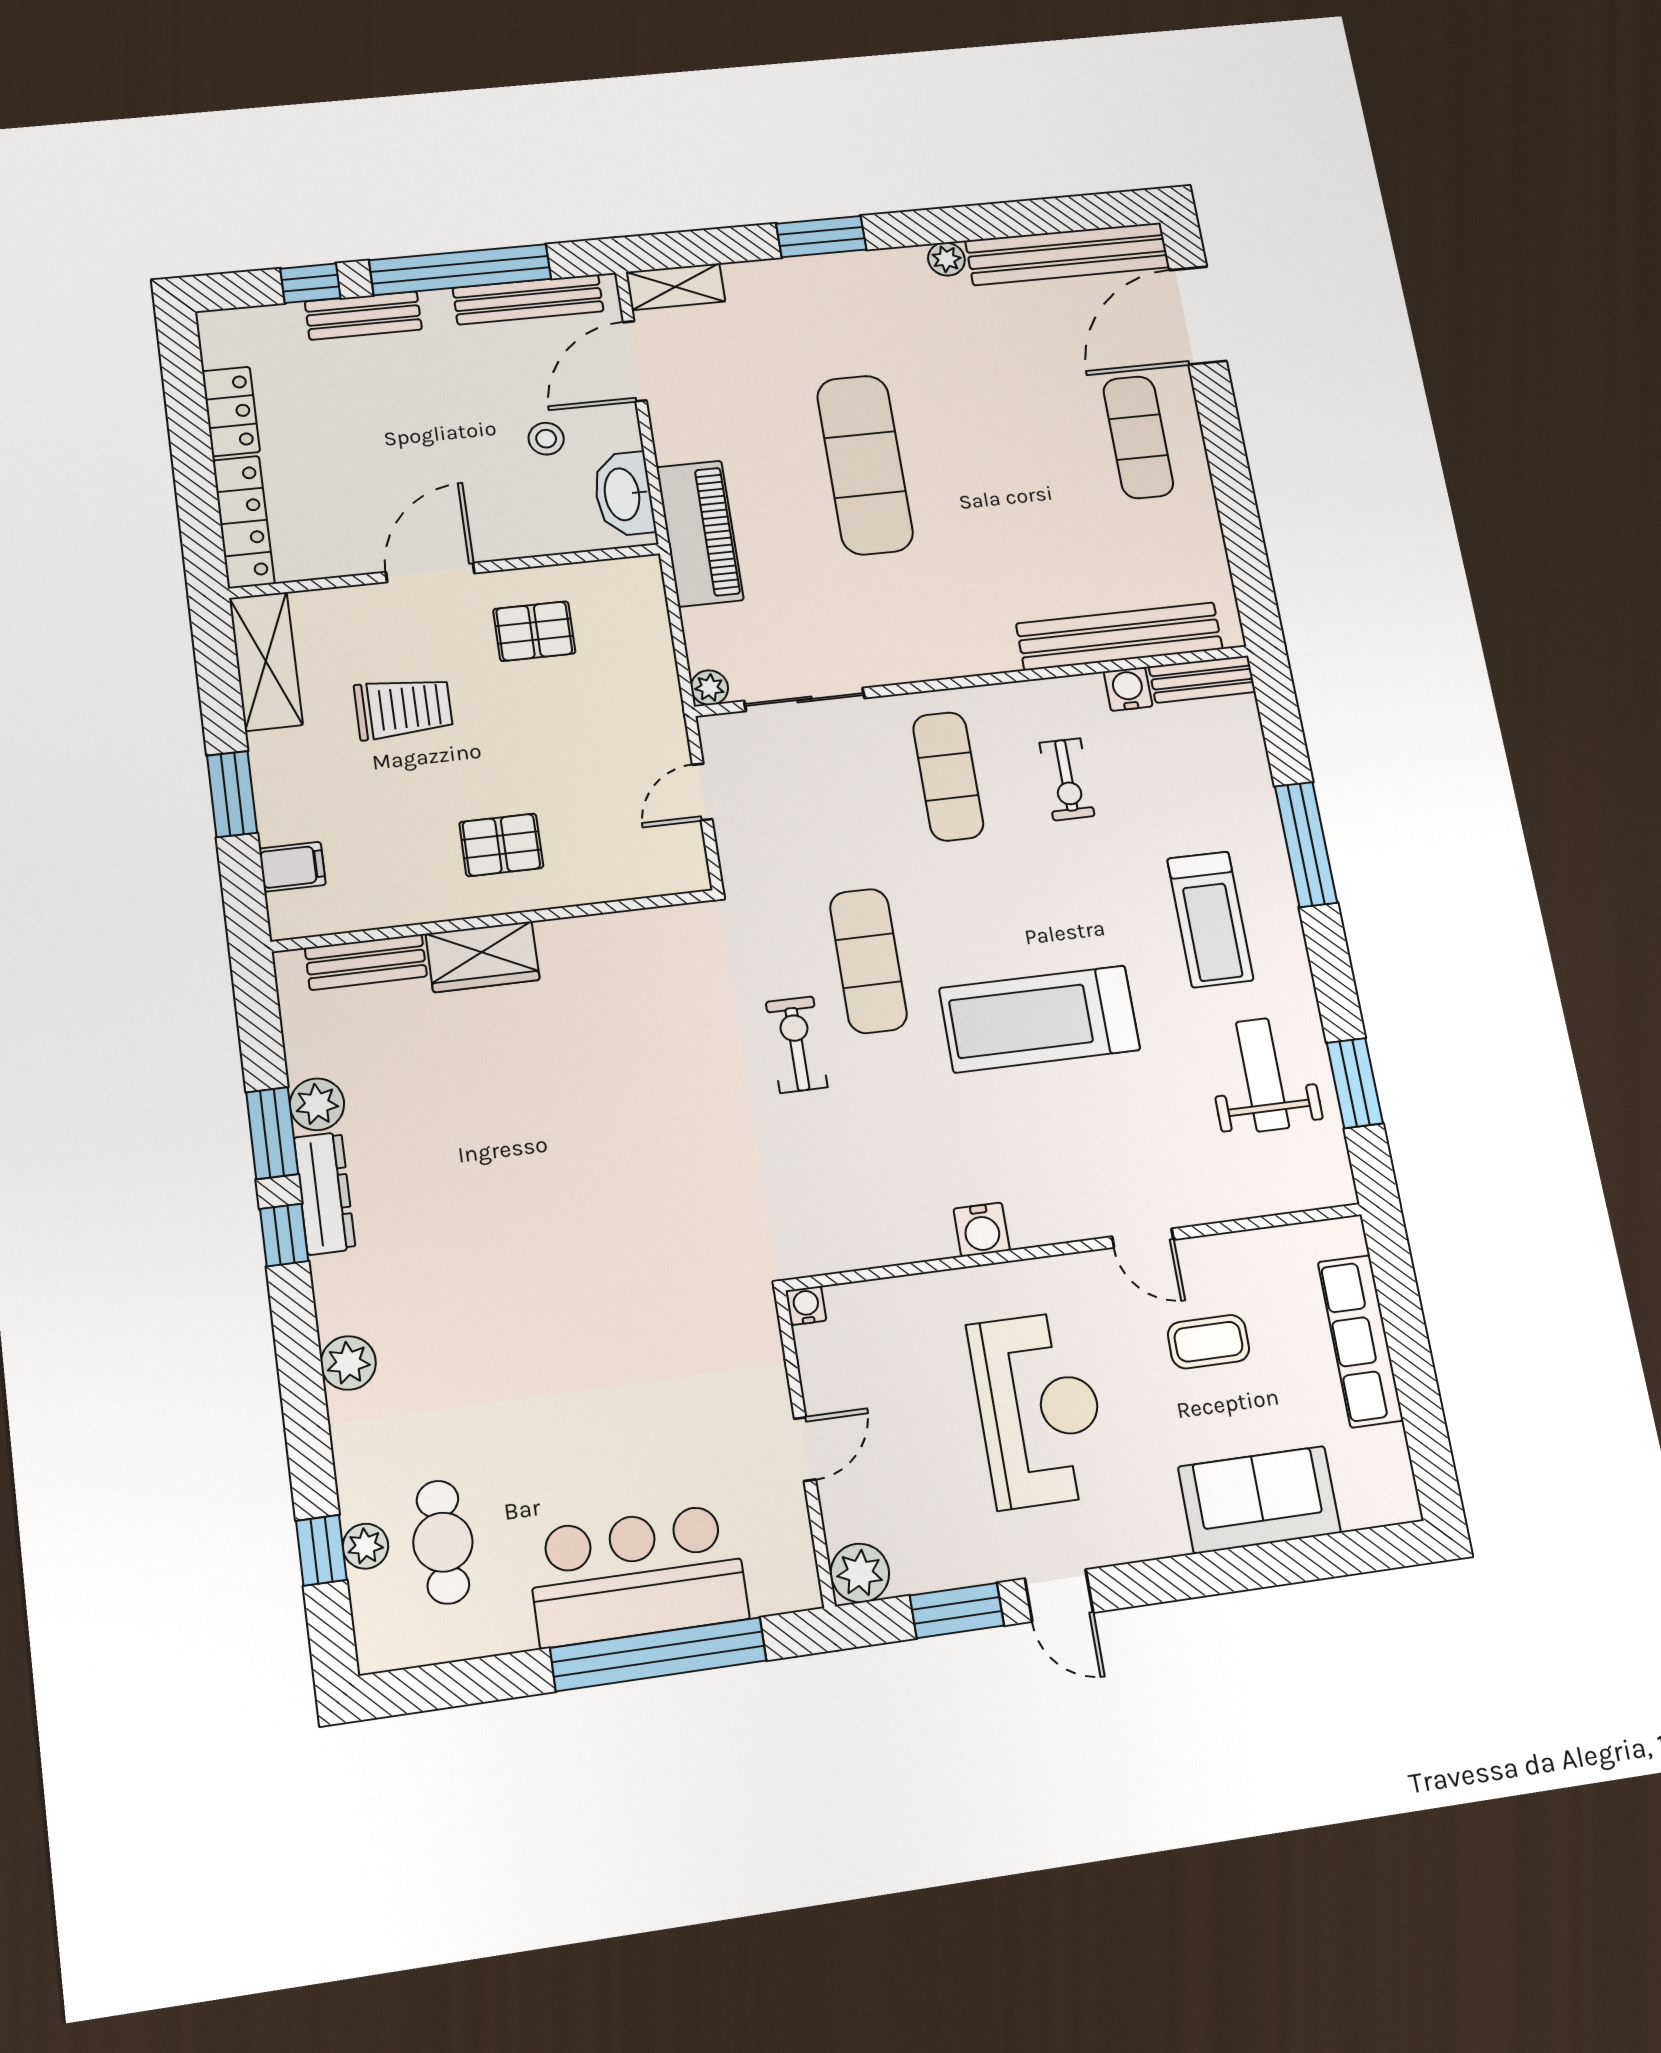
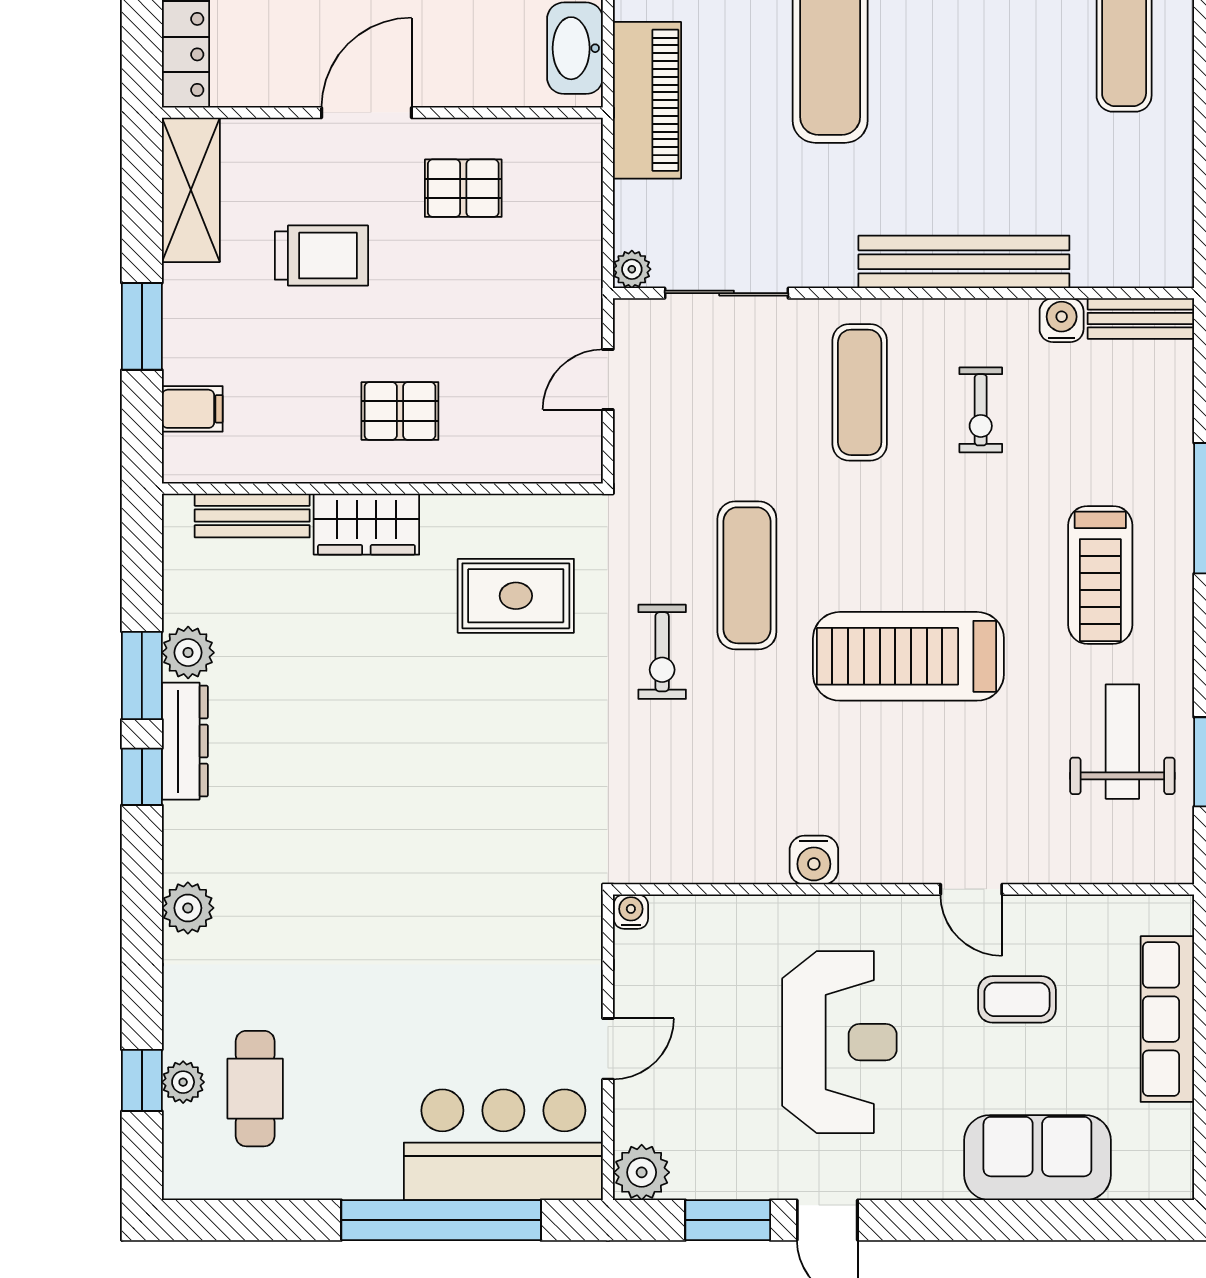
bench: (1119, 636) -> (964, 262), moved
rug: (642, 1008) -> (516, 596), added
exercise bike: (797, 1045) -> (662, 652), turned 180
bar counter: (637, 1575) -> (503, 1145), moved

